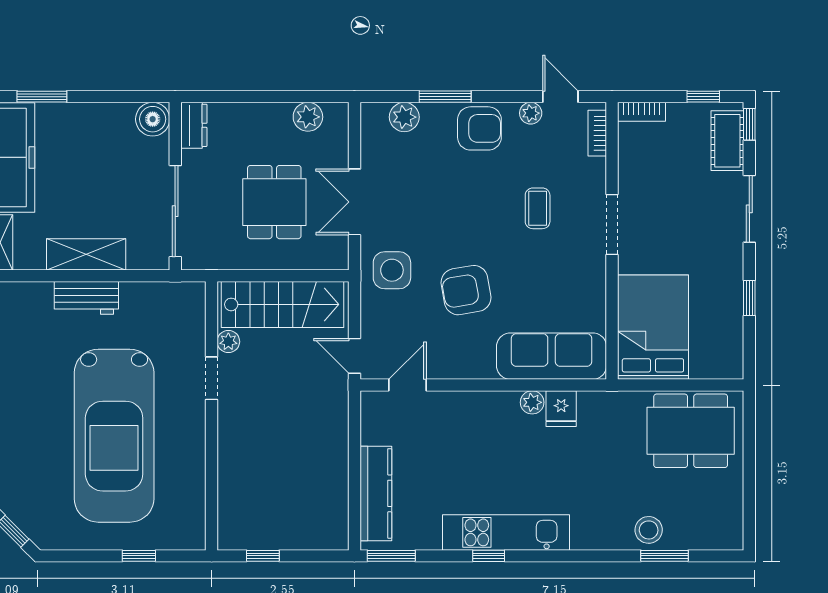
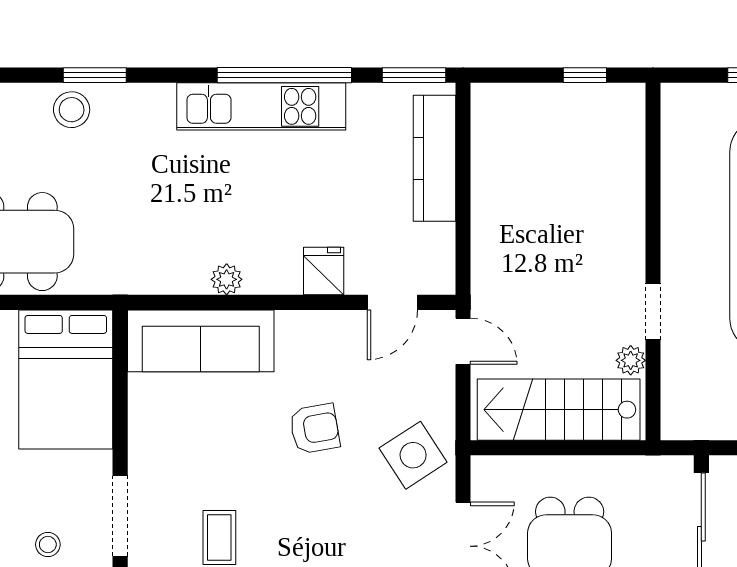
stool: (666, 203) -> (48, 545), added
side table: (392, 270) -> (413, 455), turned -33
armchair: (466, 290) -> (315, 429), width x0.72, depth x0.72
fridge: (561, 409) -> (324, 271), moved
window: (489, 556) -> (284, 75), width x3.17
window: (665, 556) -> (95, 75), moved

